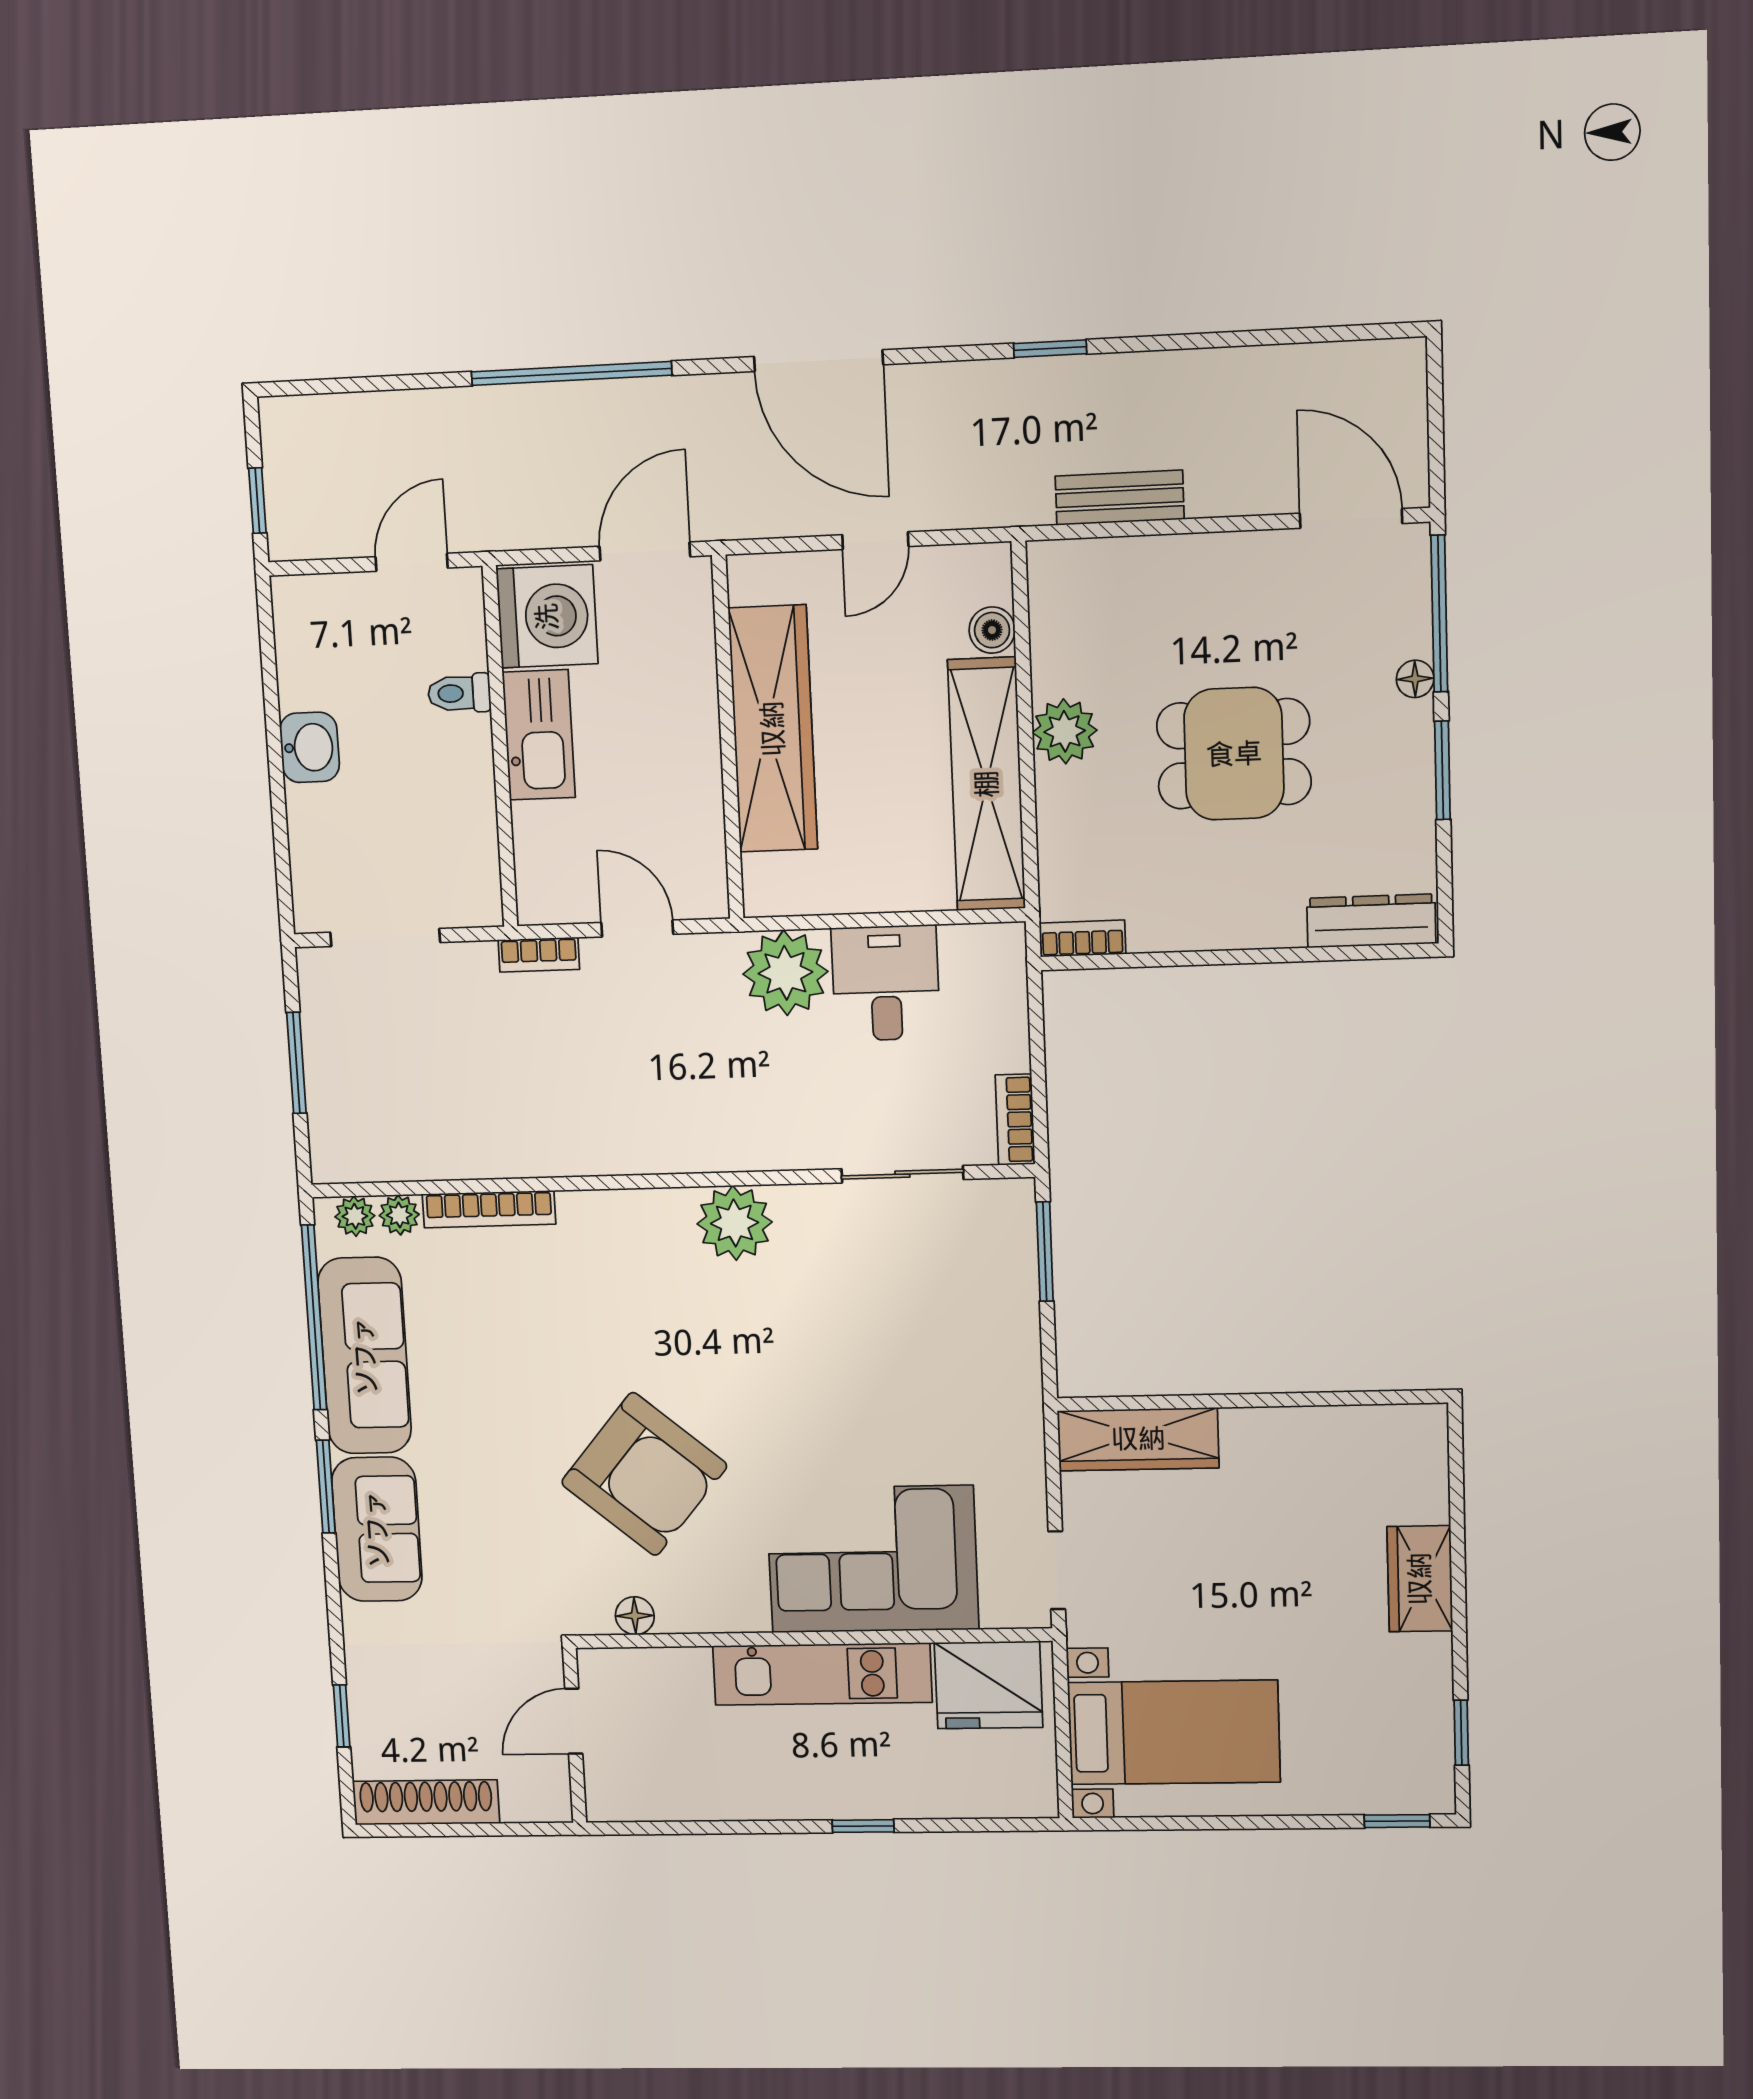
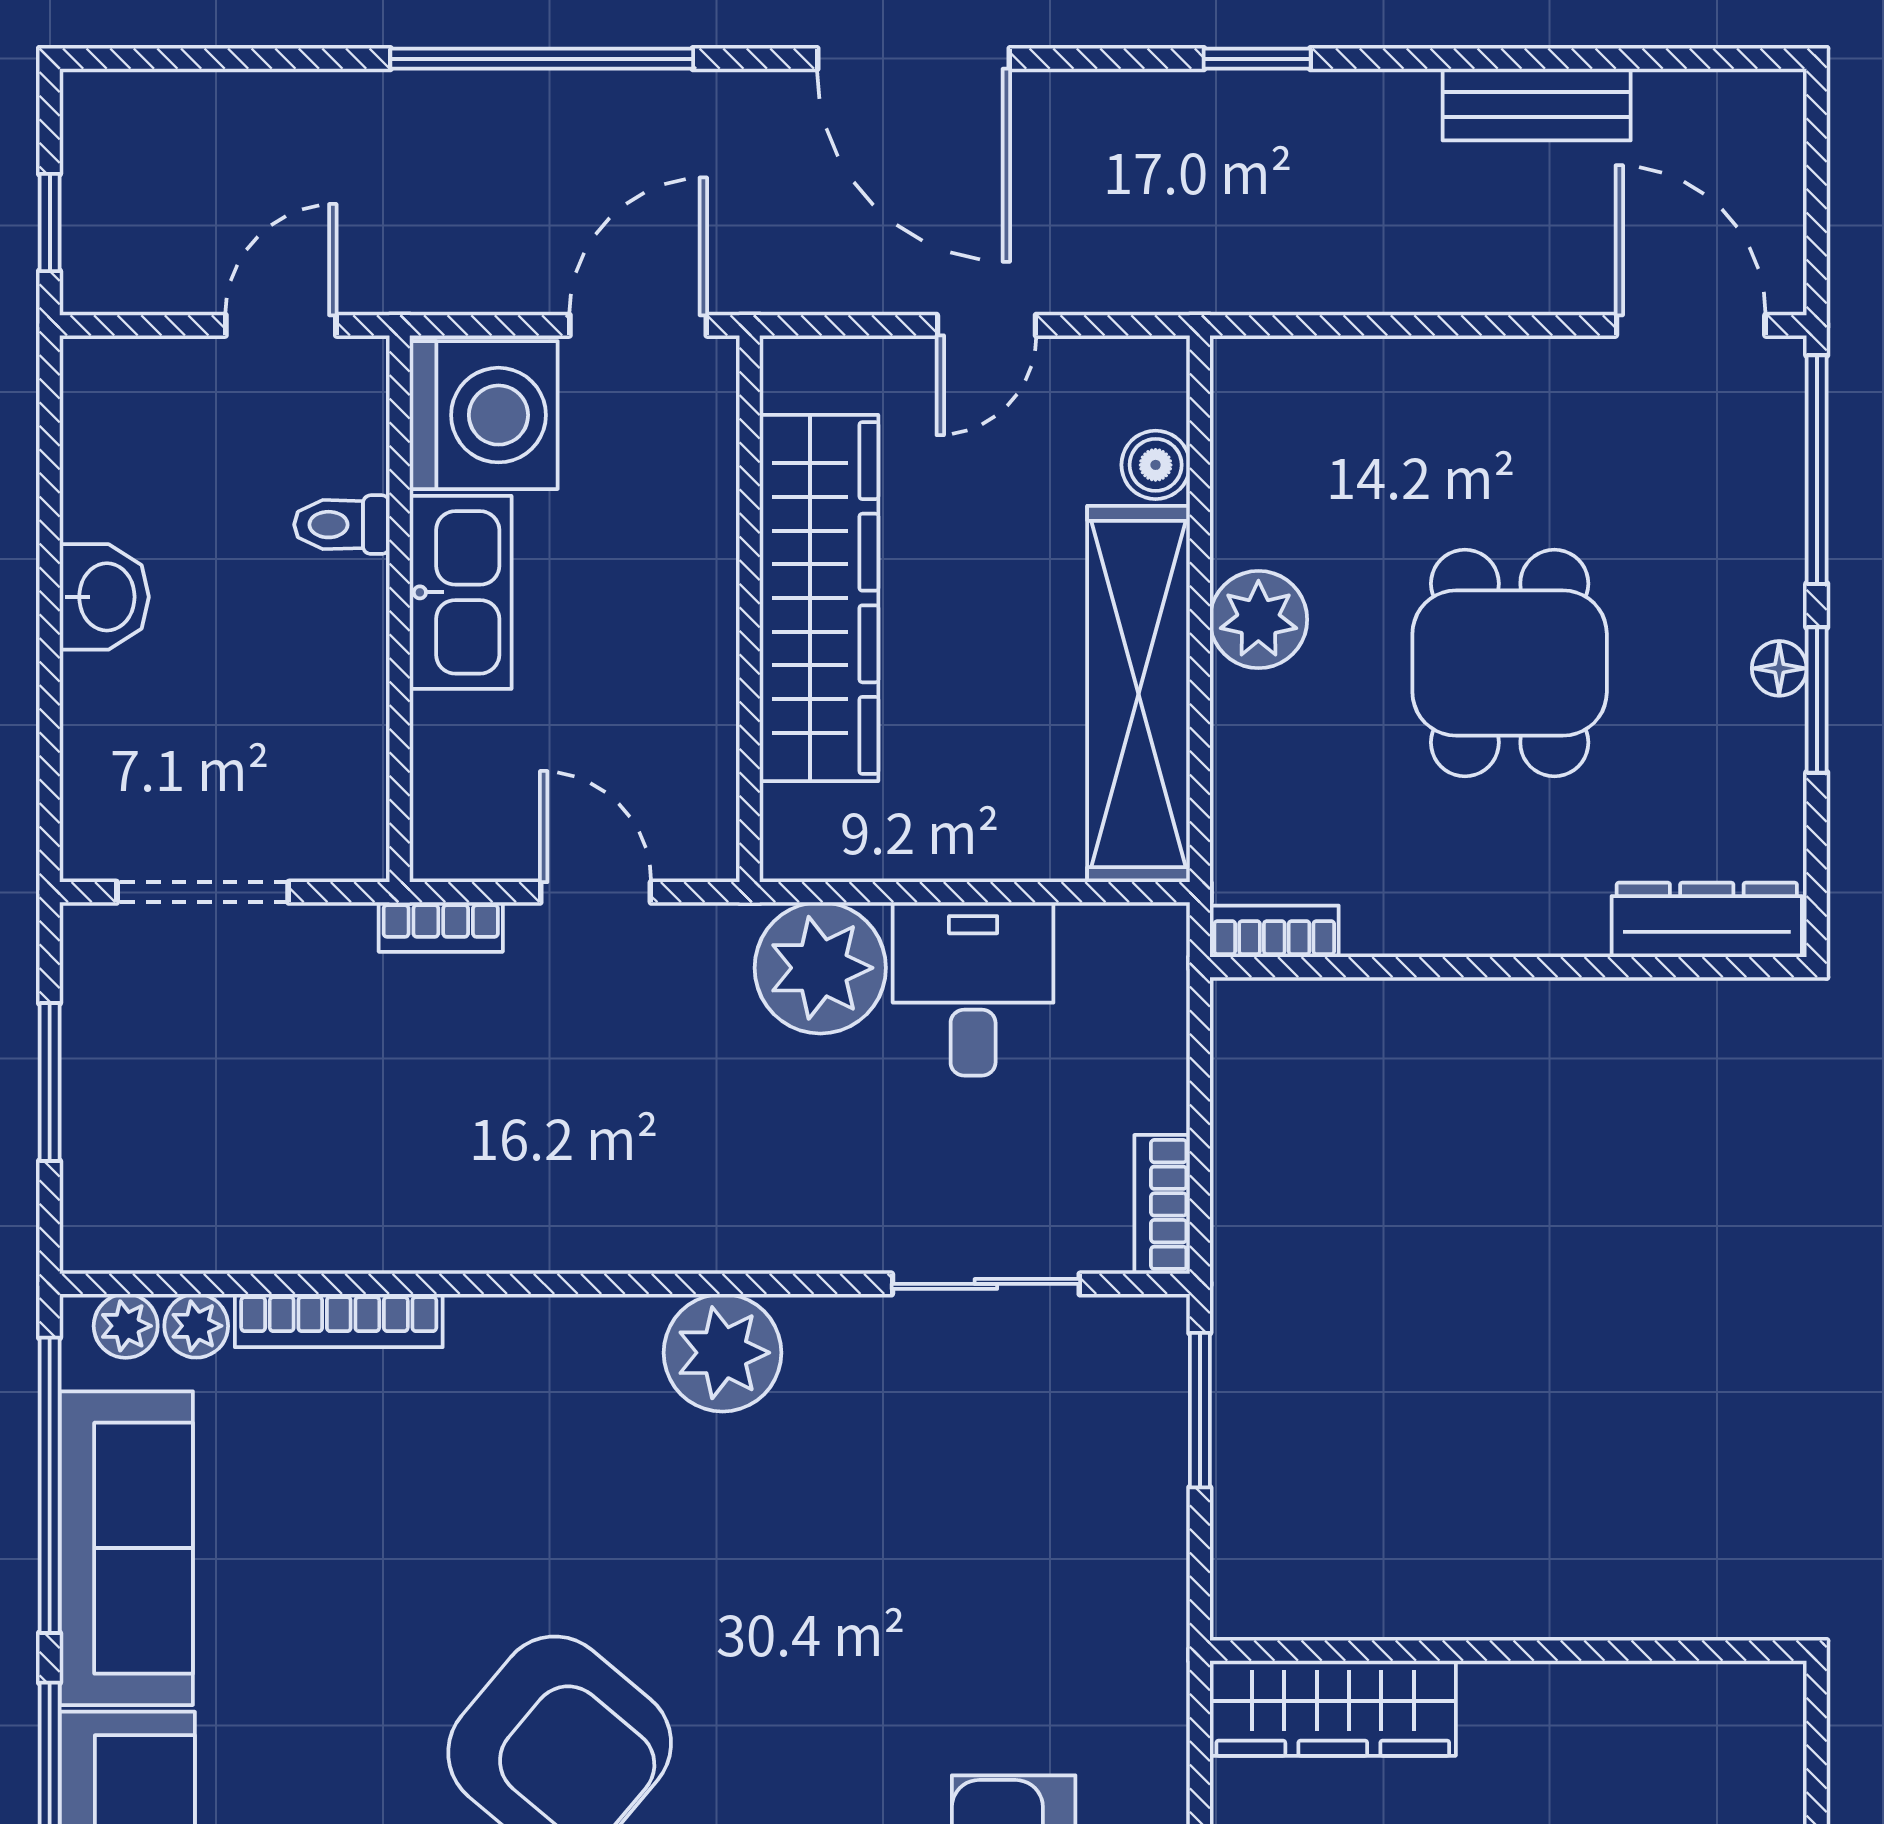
bench: (1120, 498) -> (1537, 105), moved
floor lamp: (1415, 679) -> (1779, 668), moved
dining table: (1234, 754) -> (1510, 663), turned 90

